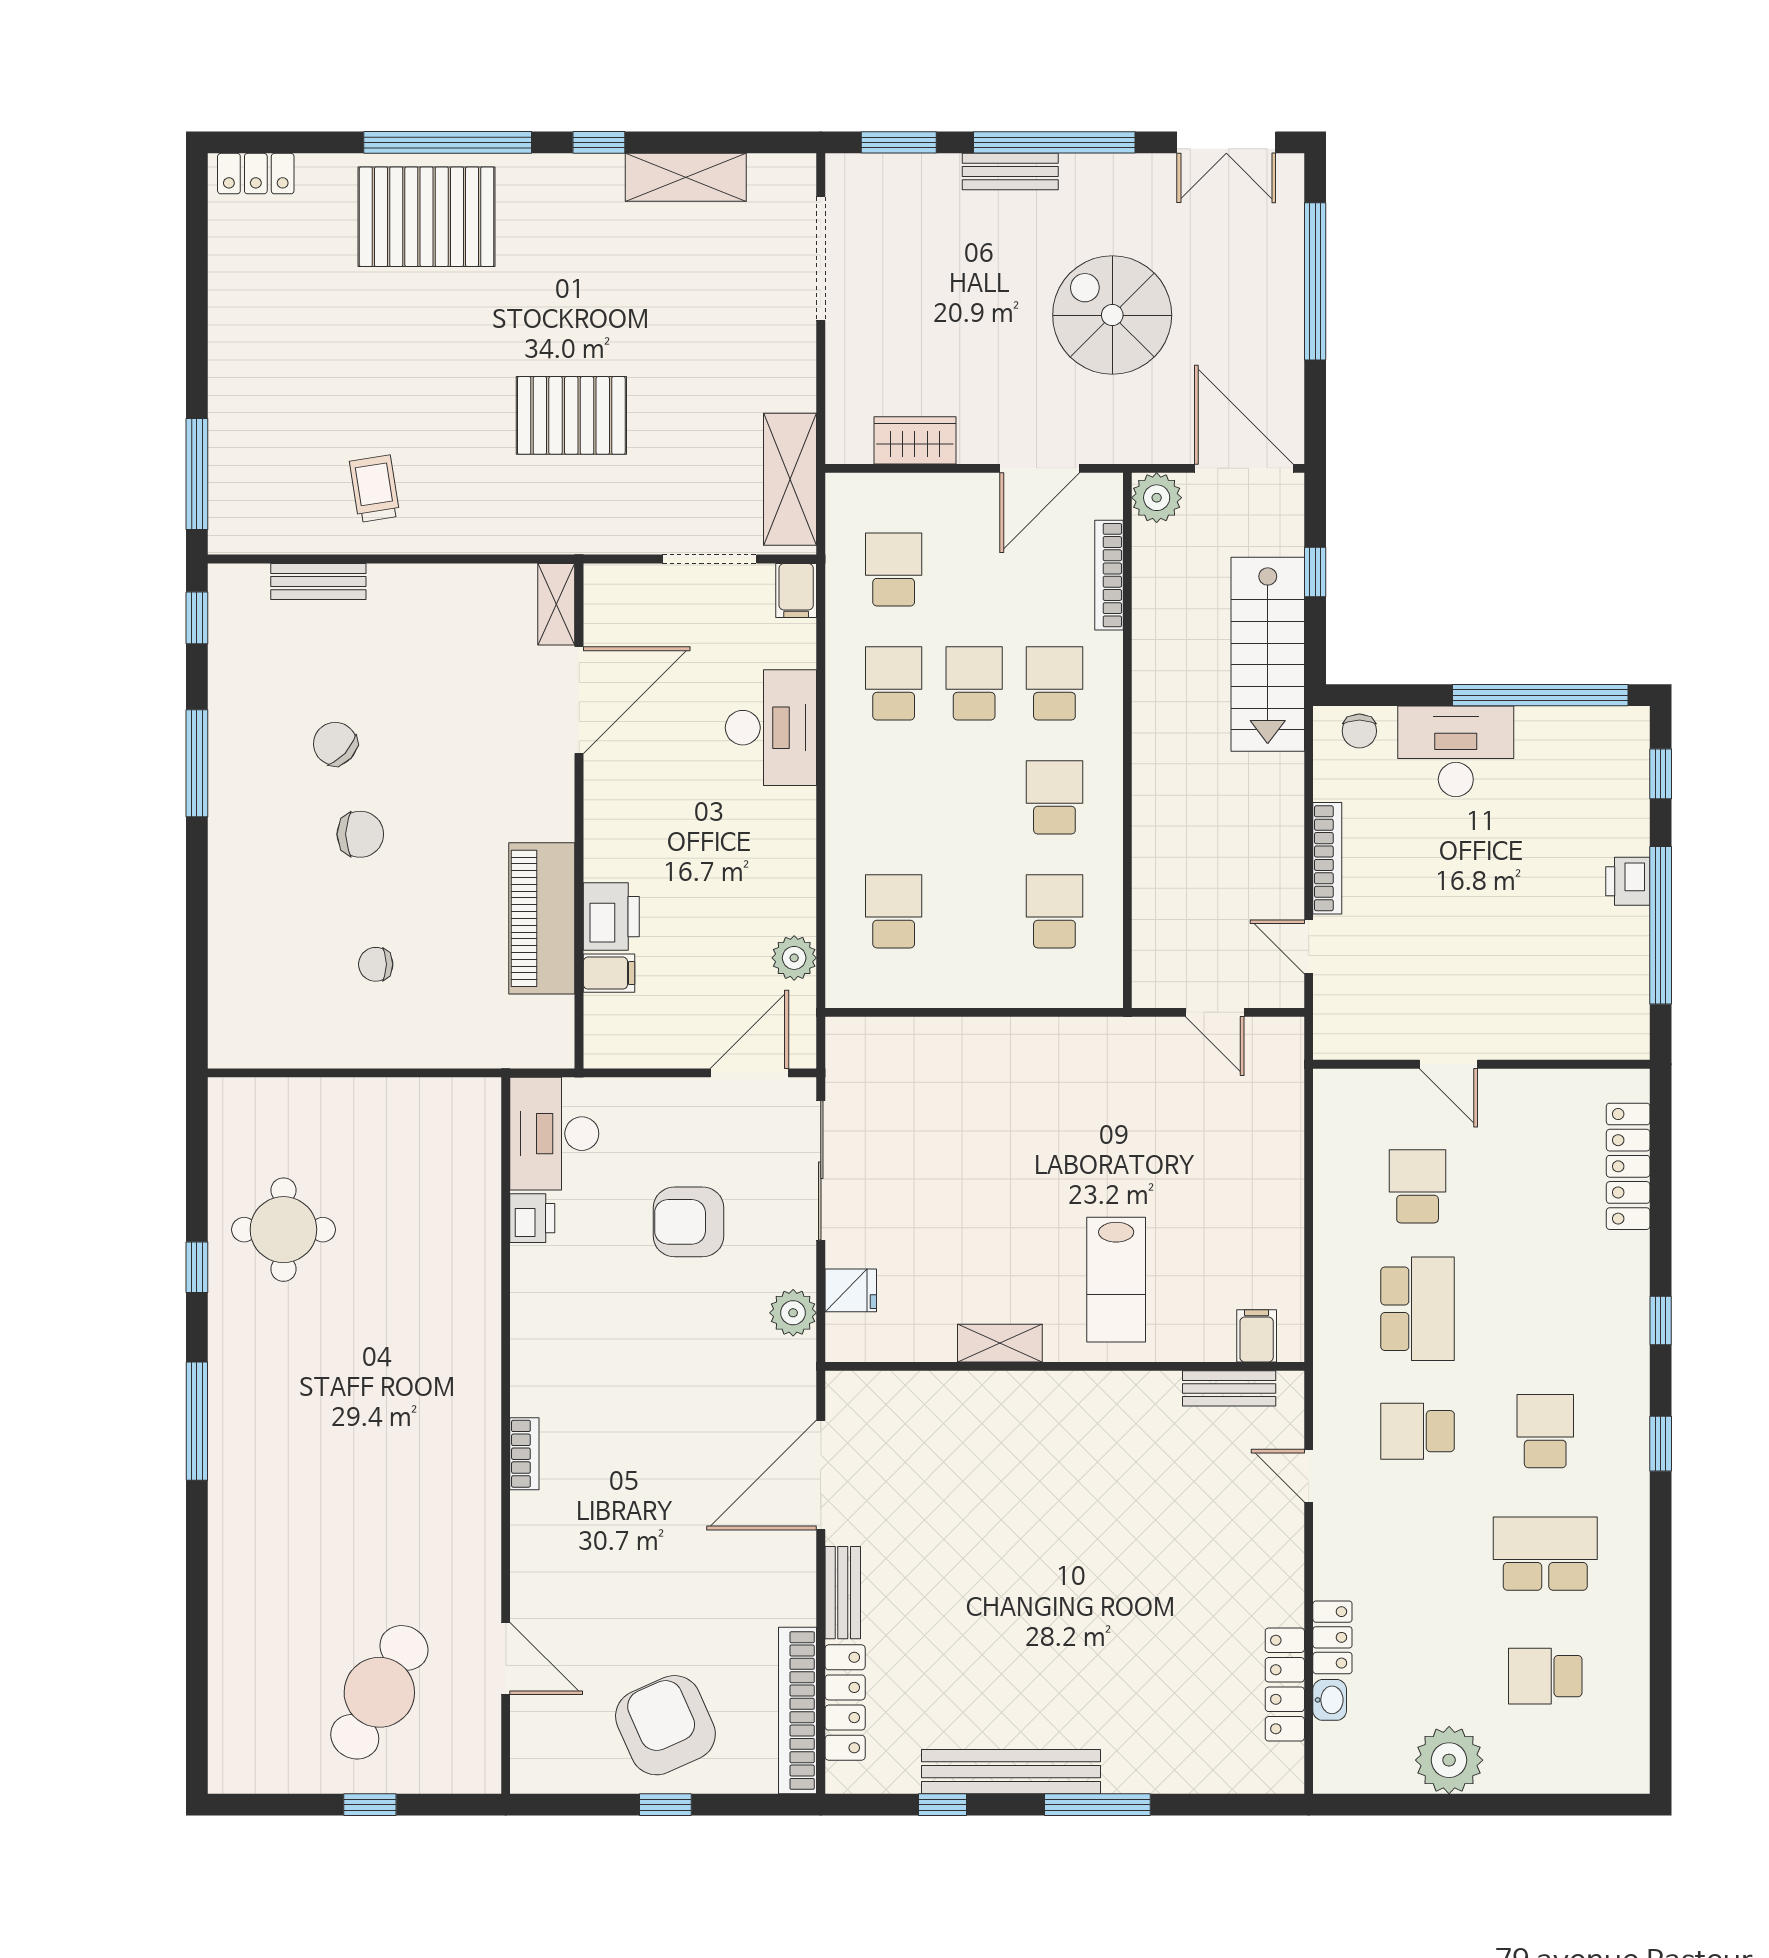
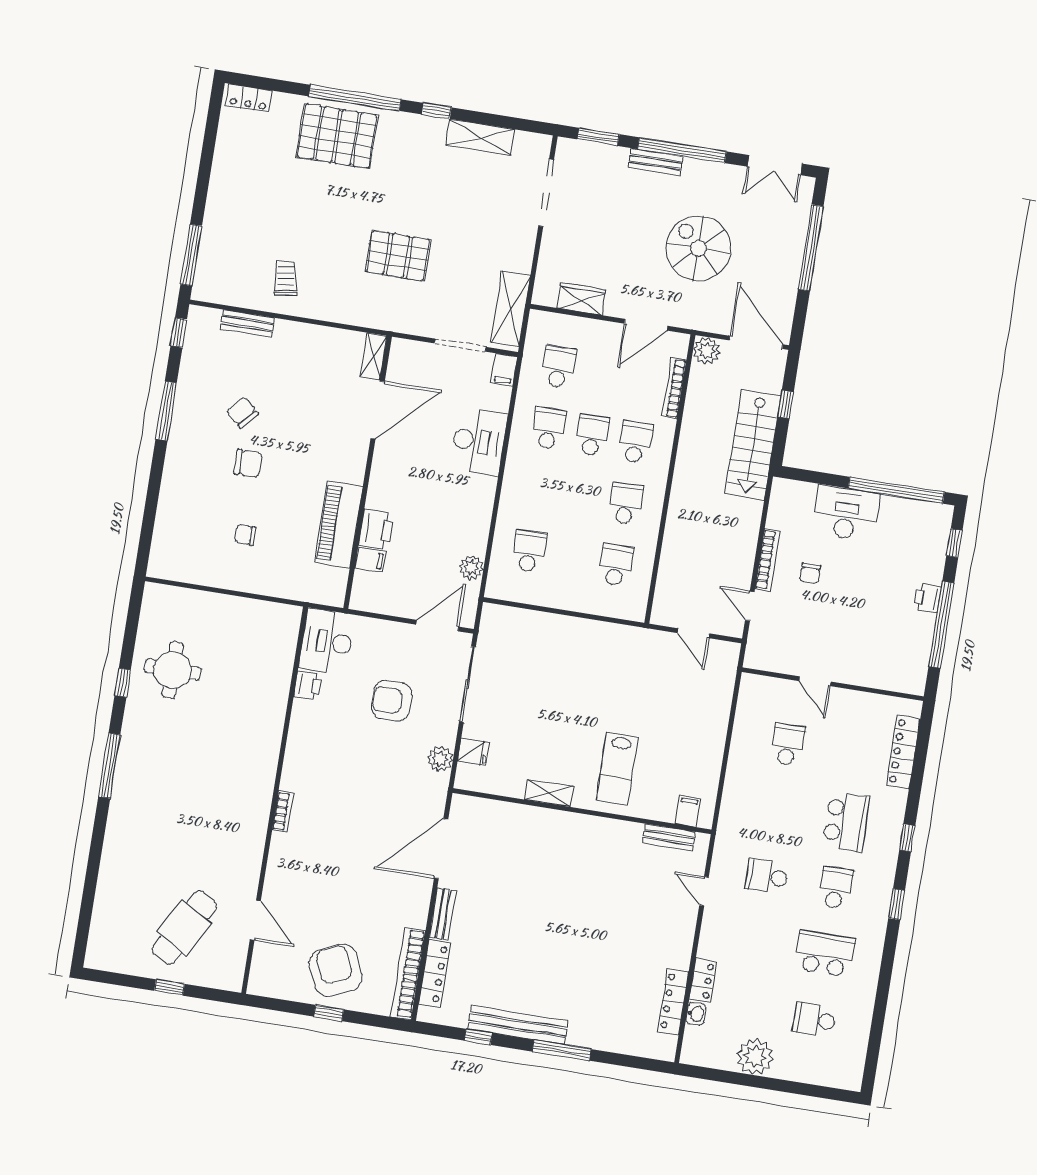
chair: (1359, 731) -> (810, 573), moved
school desk: (1418, 1309) -> (846, 822), moved

